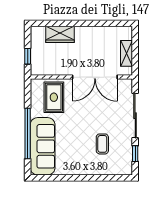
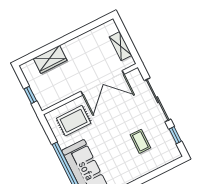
rug: (54, 97) -> (74, 121), turned 90

